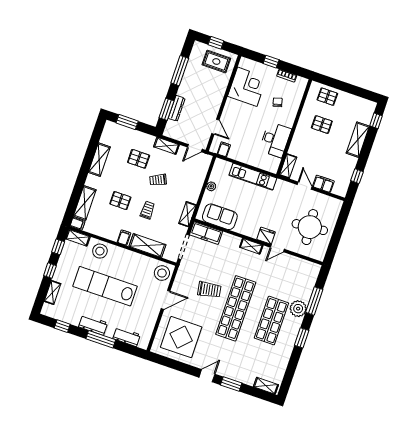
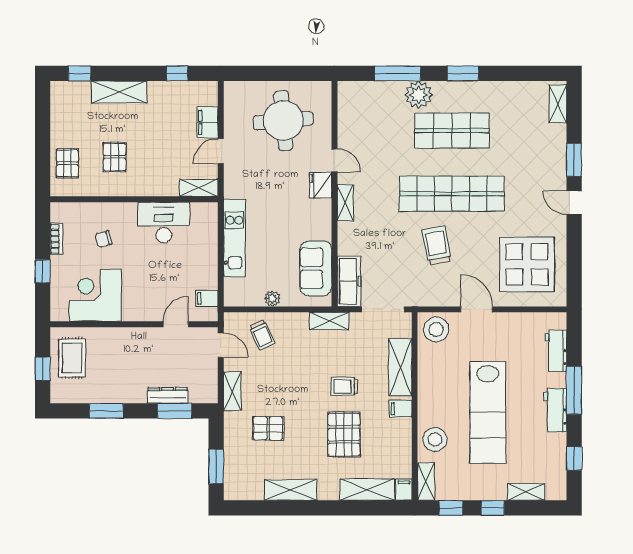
window: (180, 71) -> (106, 411), width x0.69
pallet: (139, 159) -> (268, 428), turned 90
trolley: (158, 180) -> (262, 335), moved
pallet: (120, 201) -> (344, 434), width x1.50, depth x1.42

